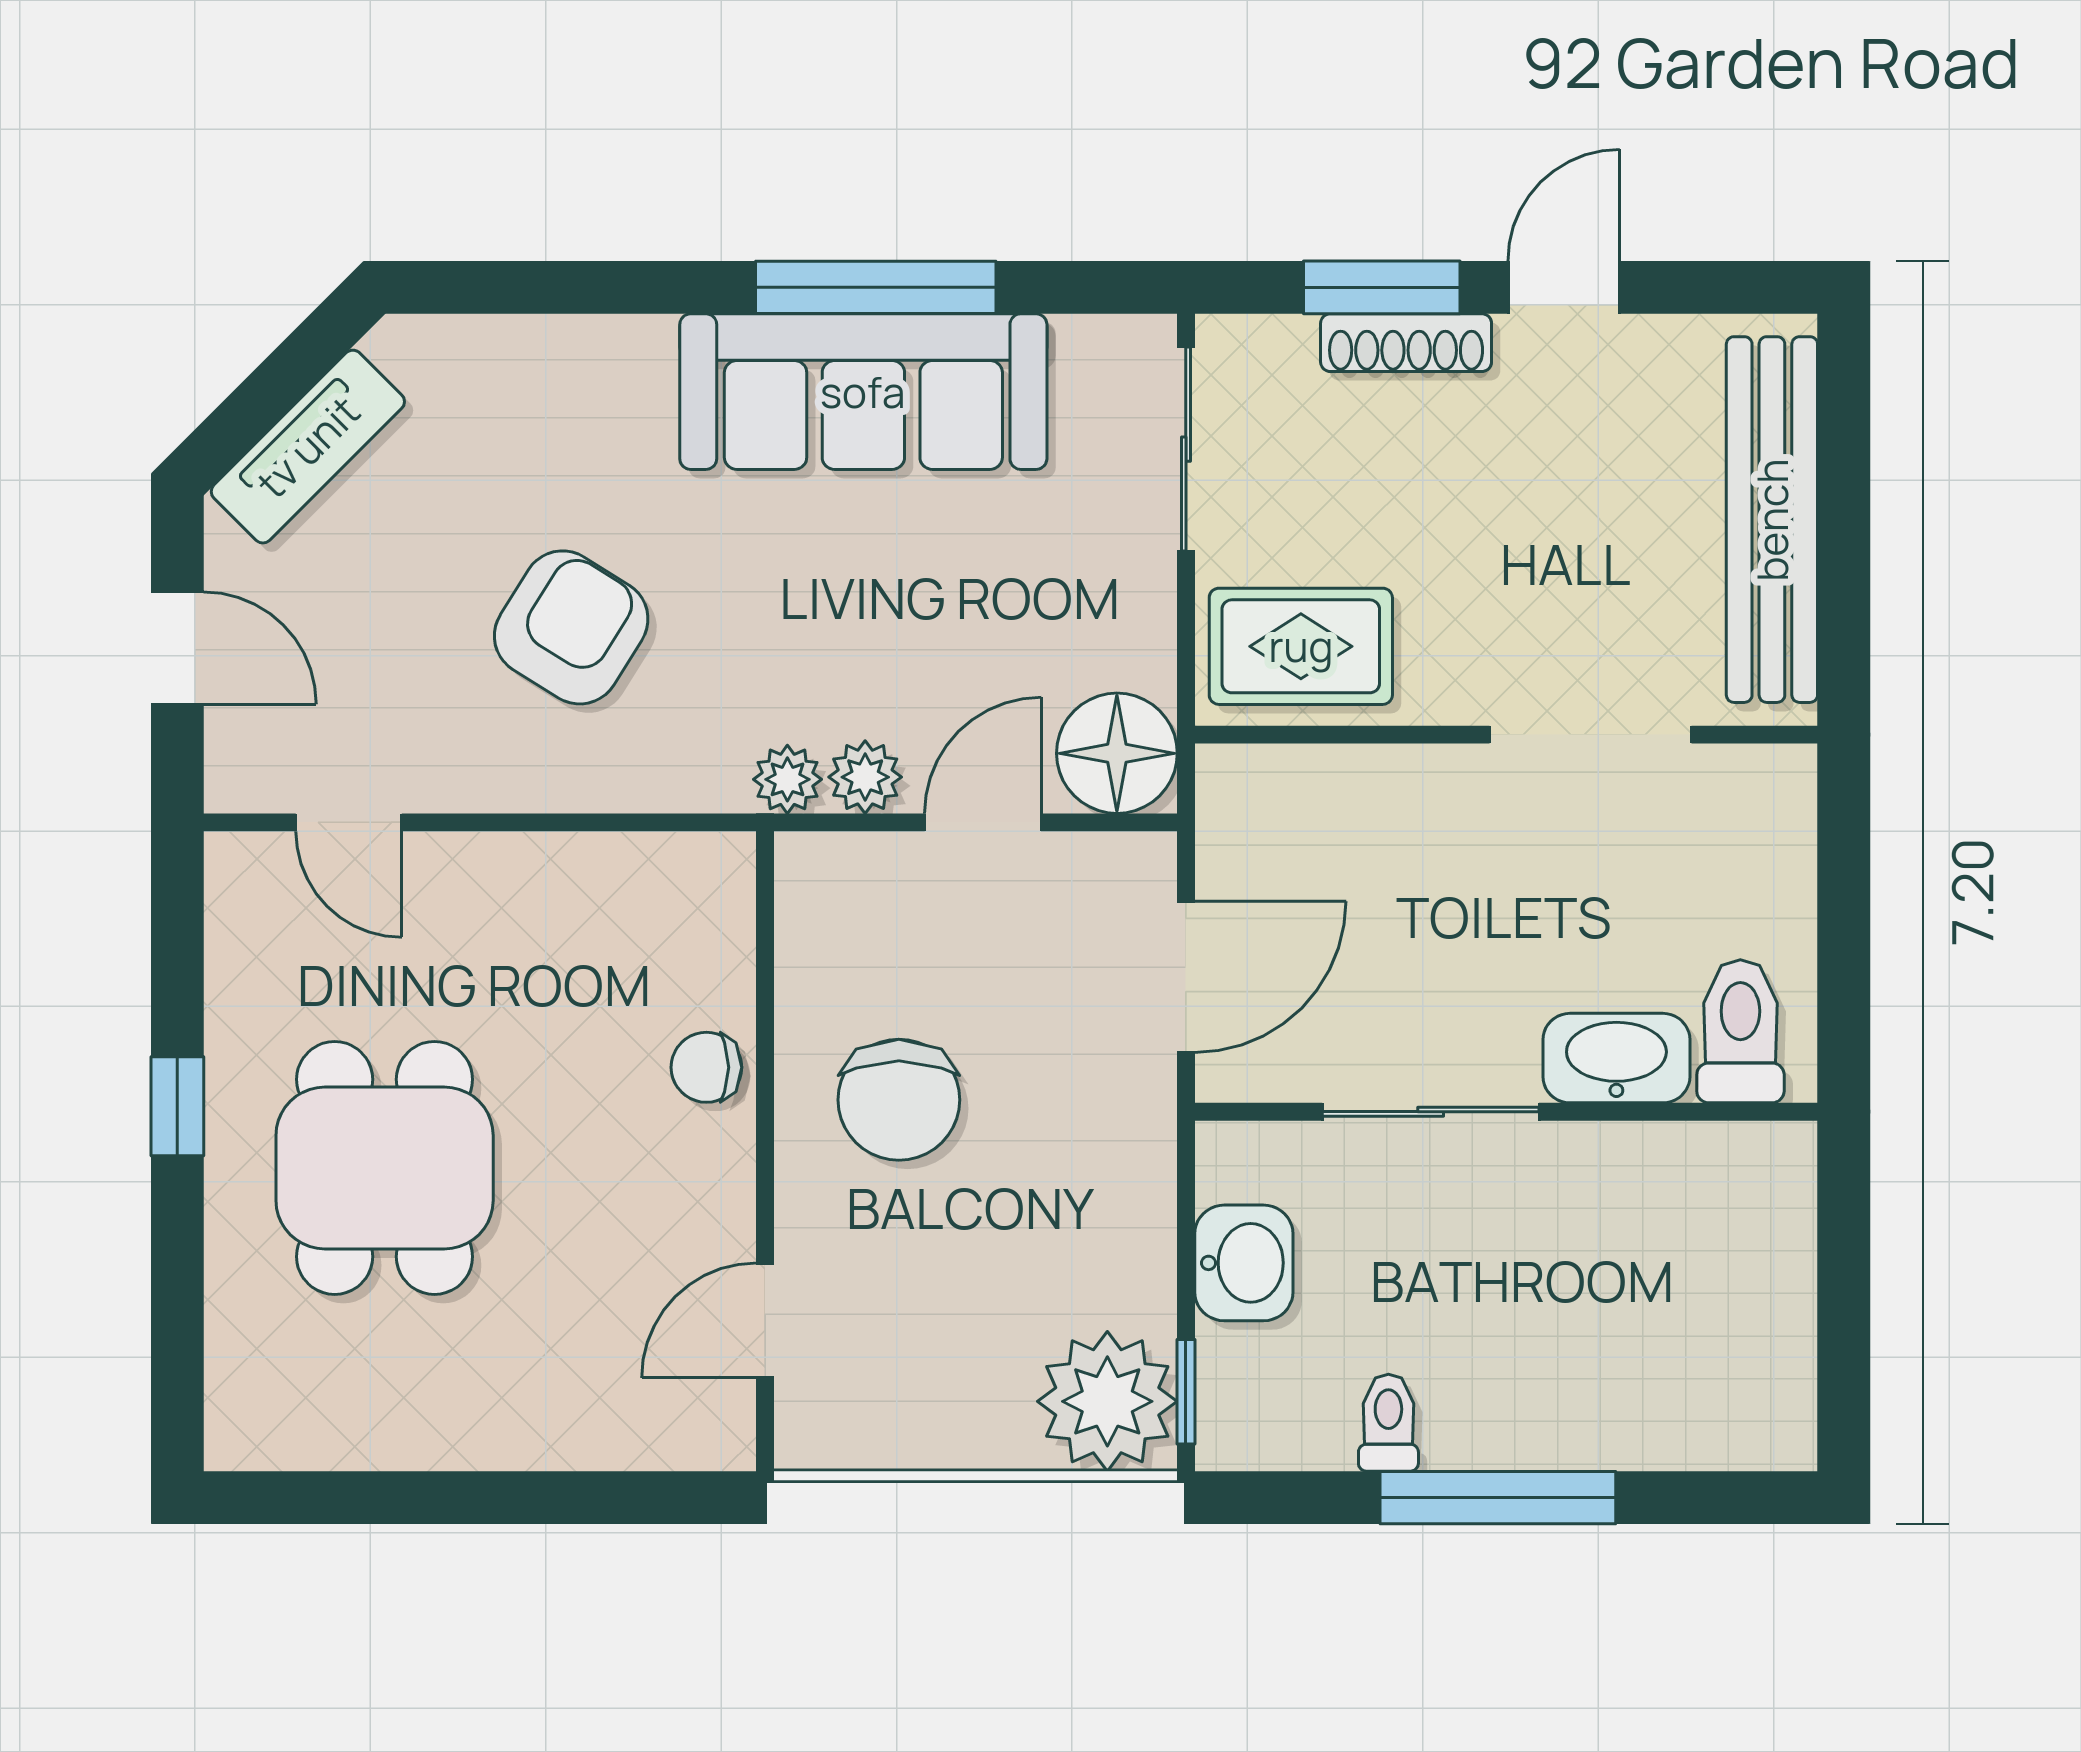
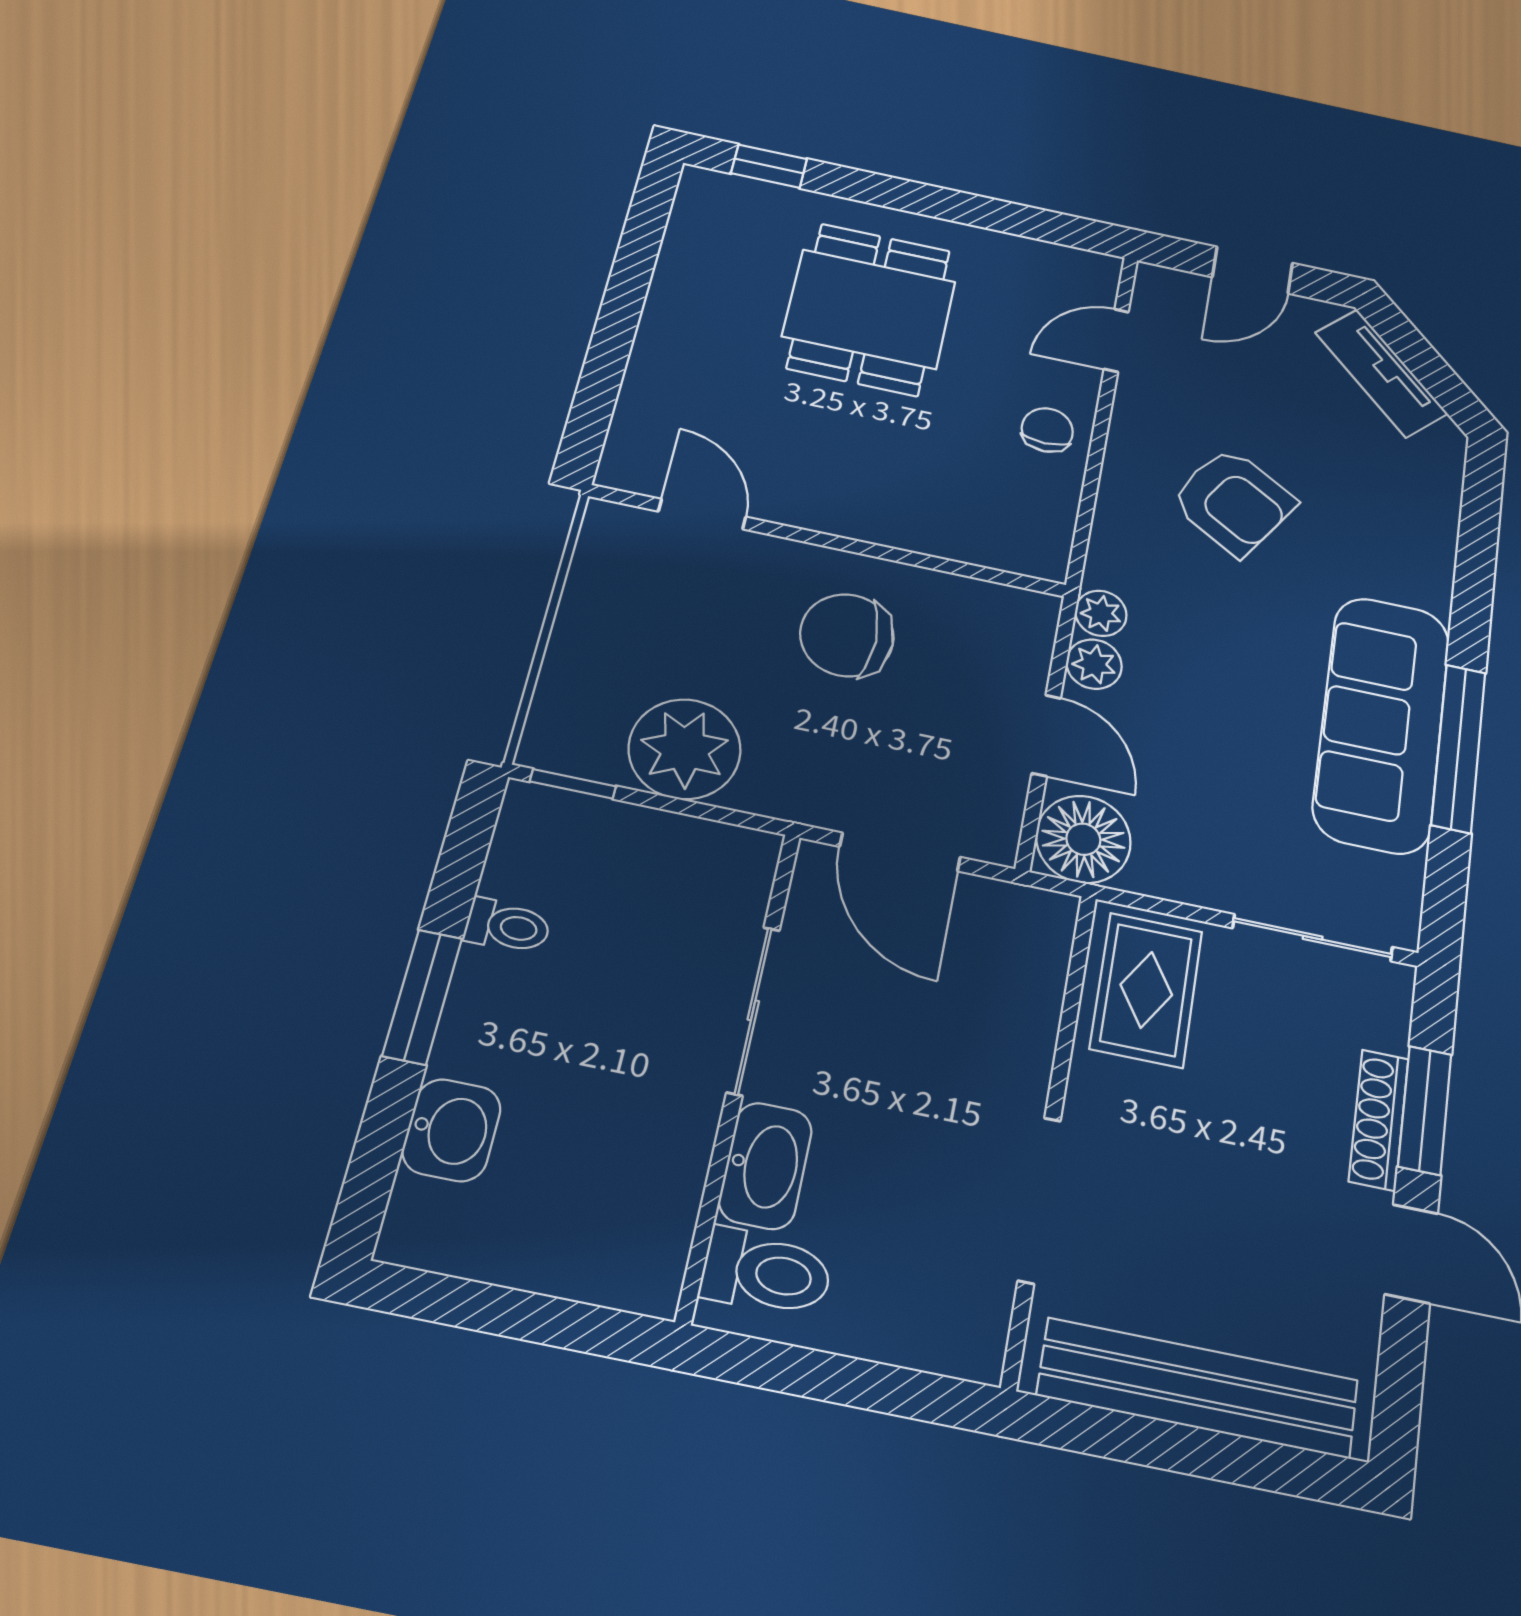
chair: (706, 1067) -> (1047, 430), moved
window: (177, 1106) -> (769, 166), moved
dining table: (385, 1168) -> (869, 309), turned 90
washbasin: (1244, 1263) -> (452, 1130), moved, turned -90
plant: (1107, 1401) -> (685, 749), moved
window: (1498, 1498) -> (422, 997), width x0.69

